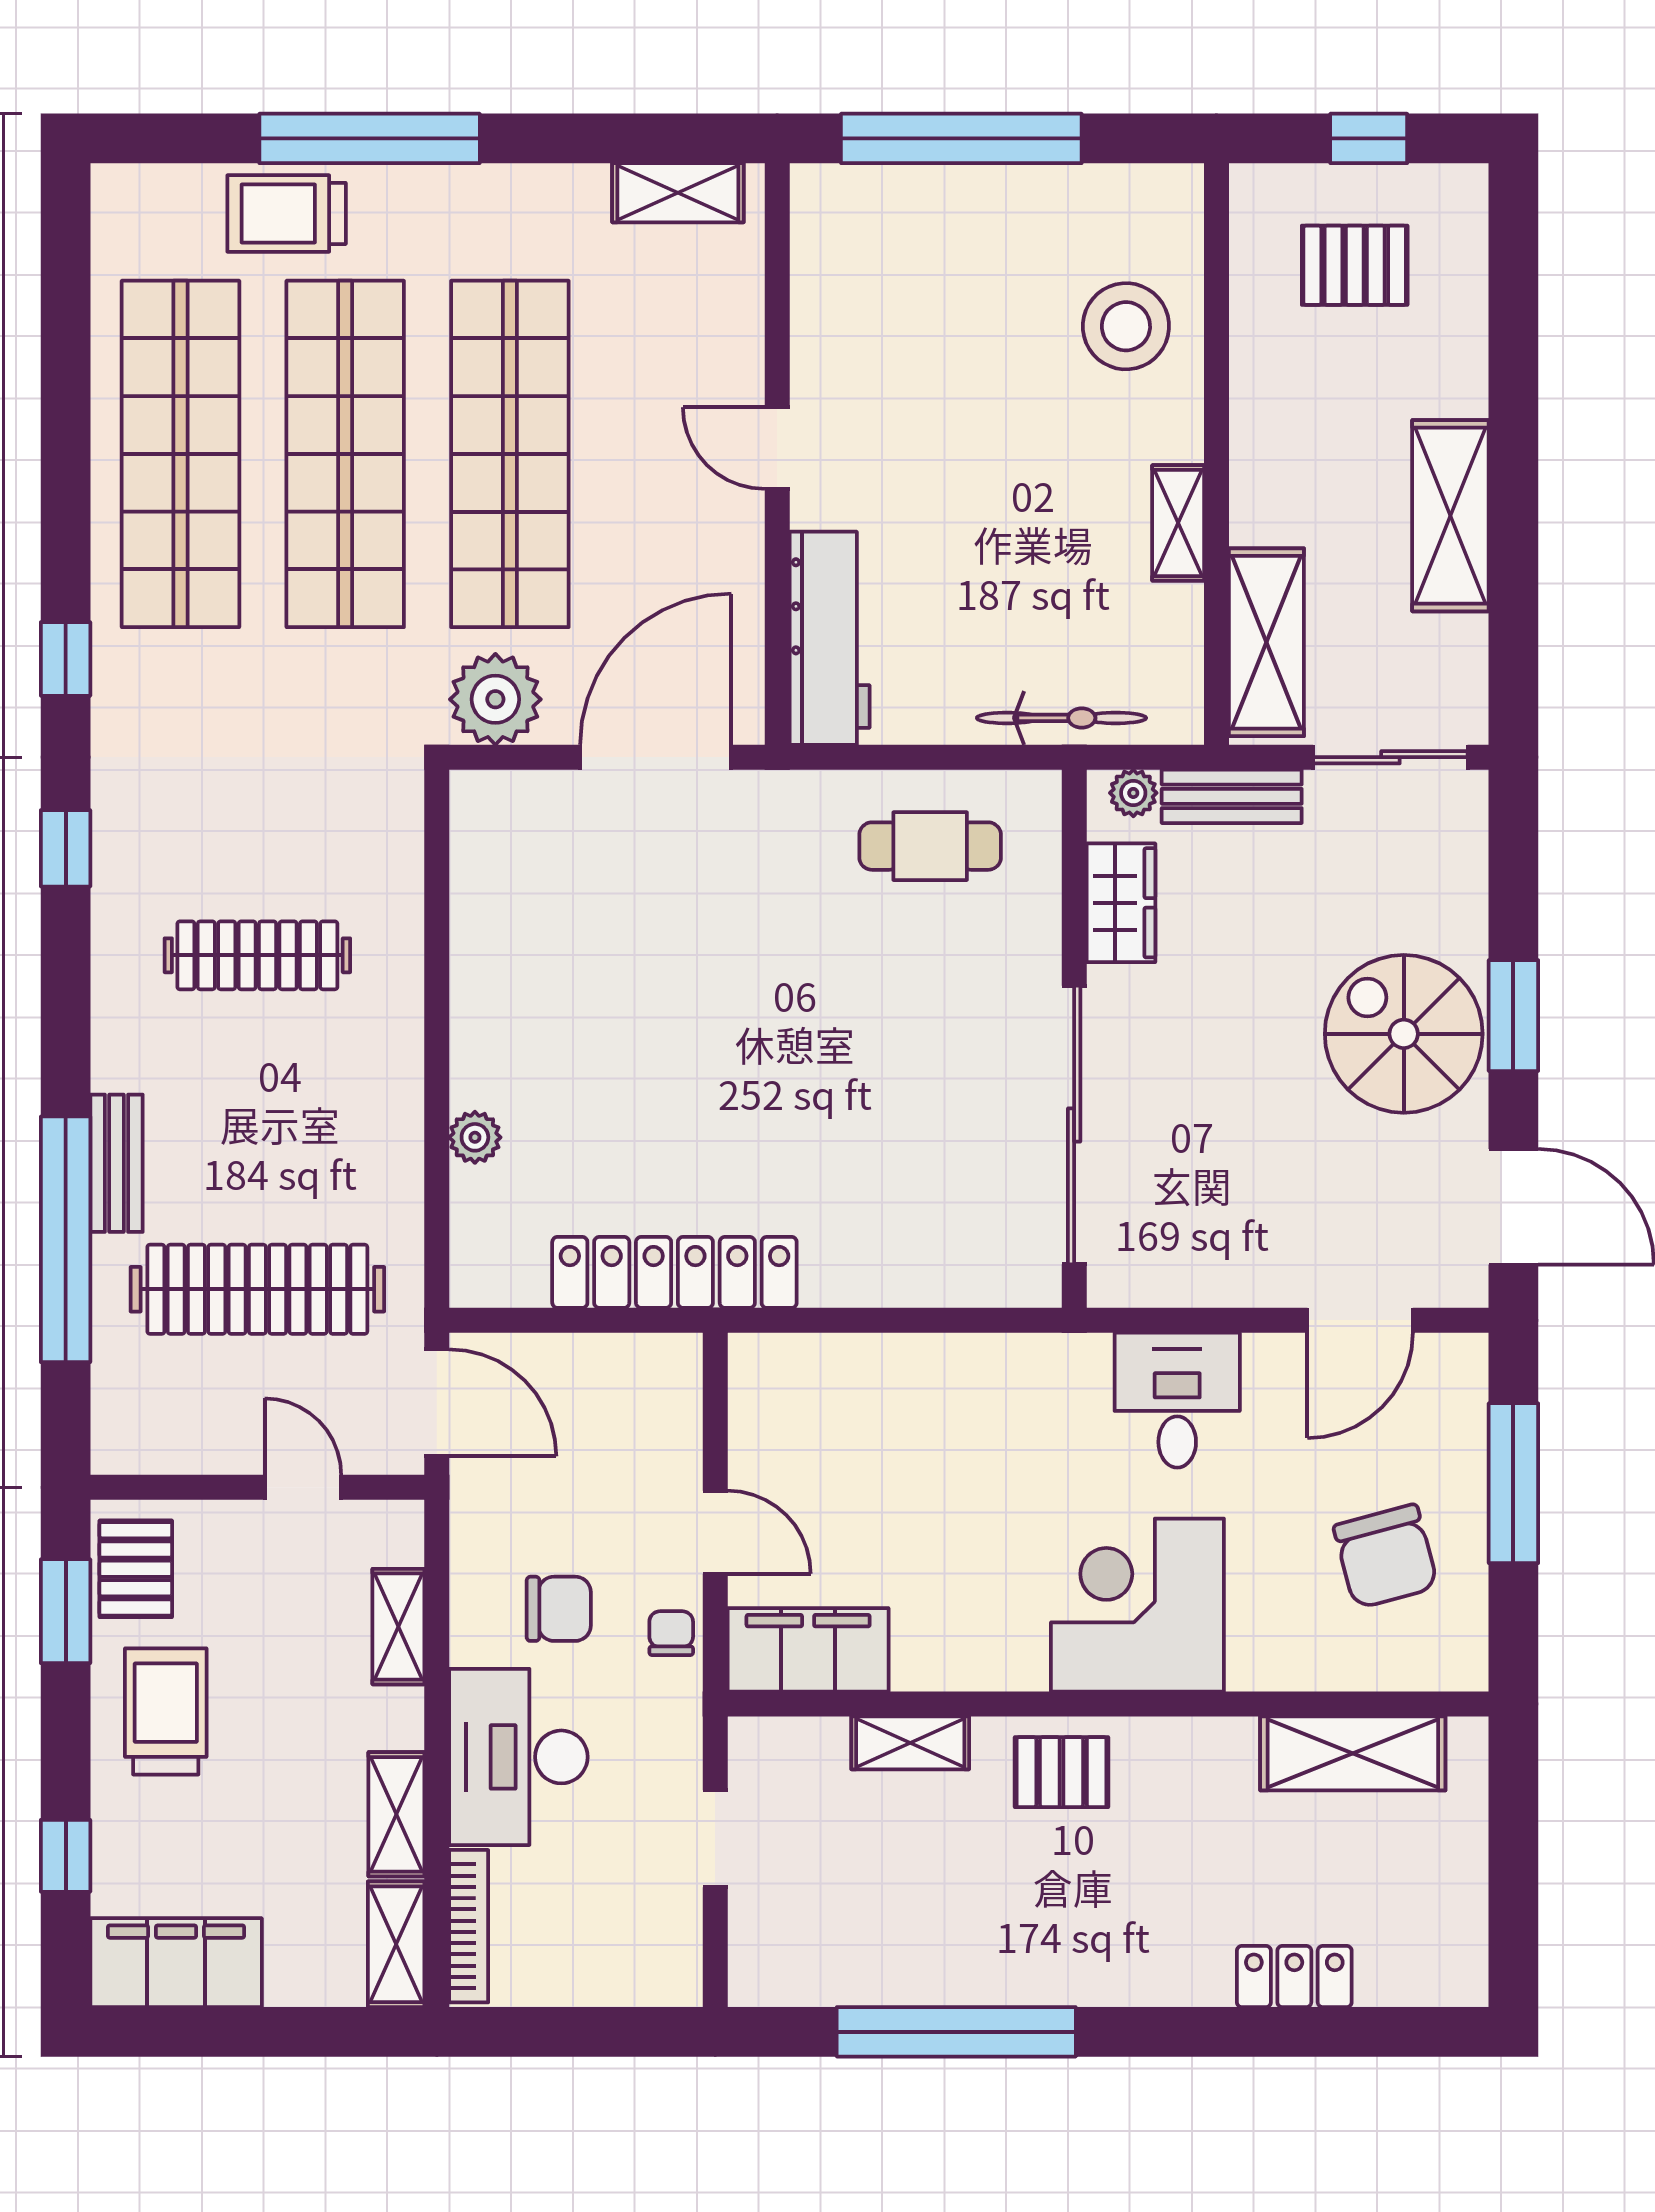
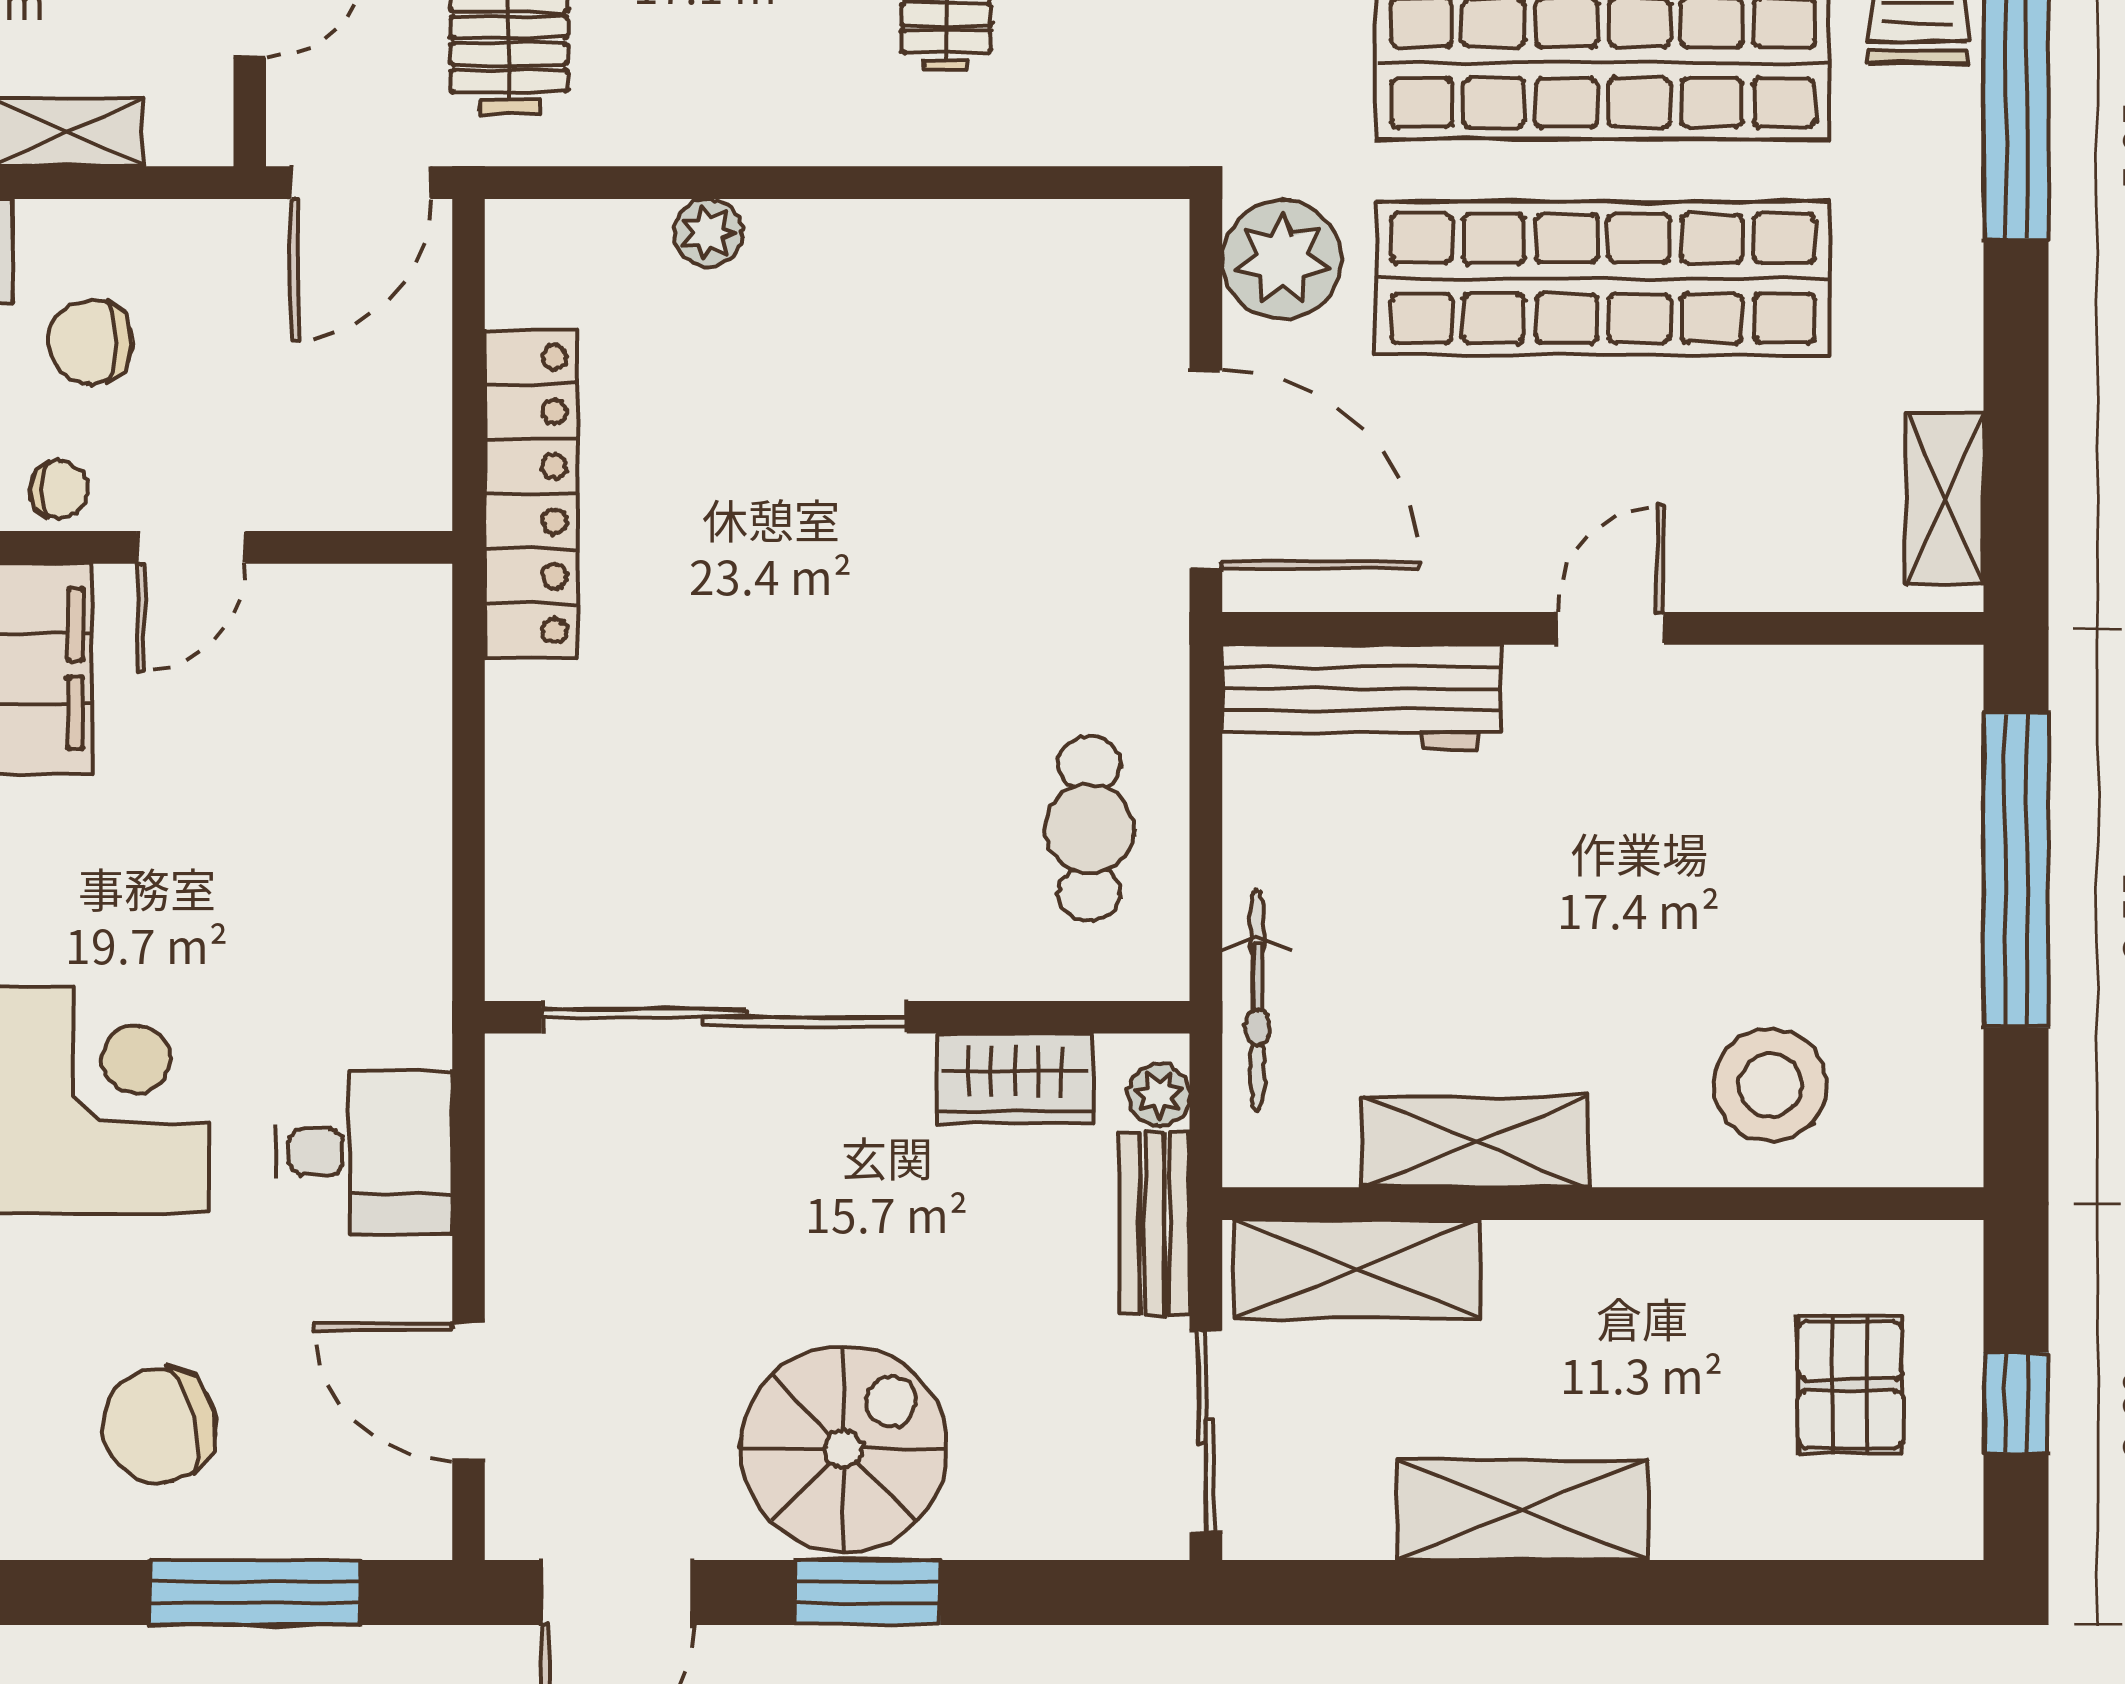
shelving: (1178, 523) -> (1475, 1142), width x1.50, depth x1.33
chair: (559, 1609) -> (91, 342), turned 90

